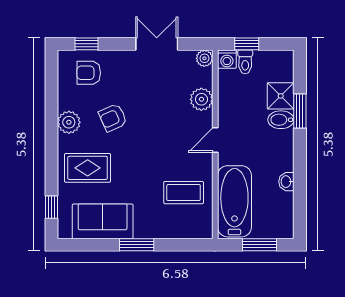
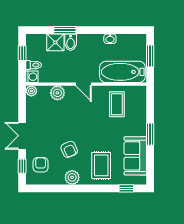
double door: (157, 44) -> (22, 136), moved
window: (247, 44) -> (22, 53), moved
armchair: (89, 73) -> (41, 165), turned 180

